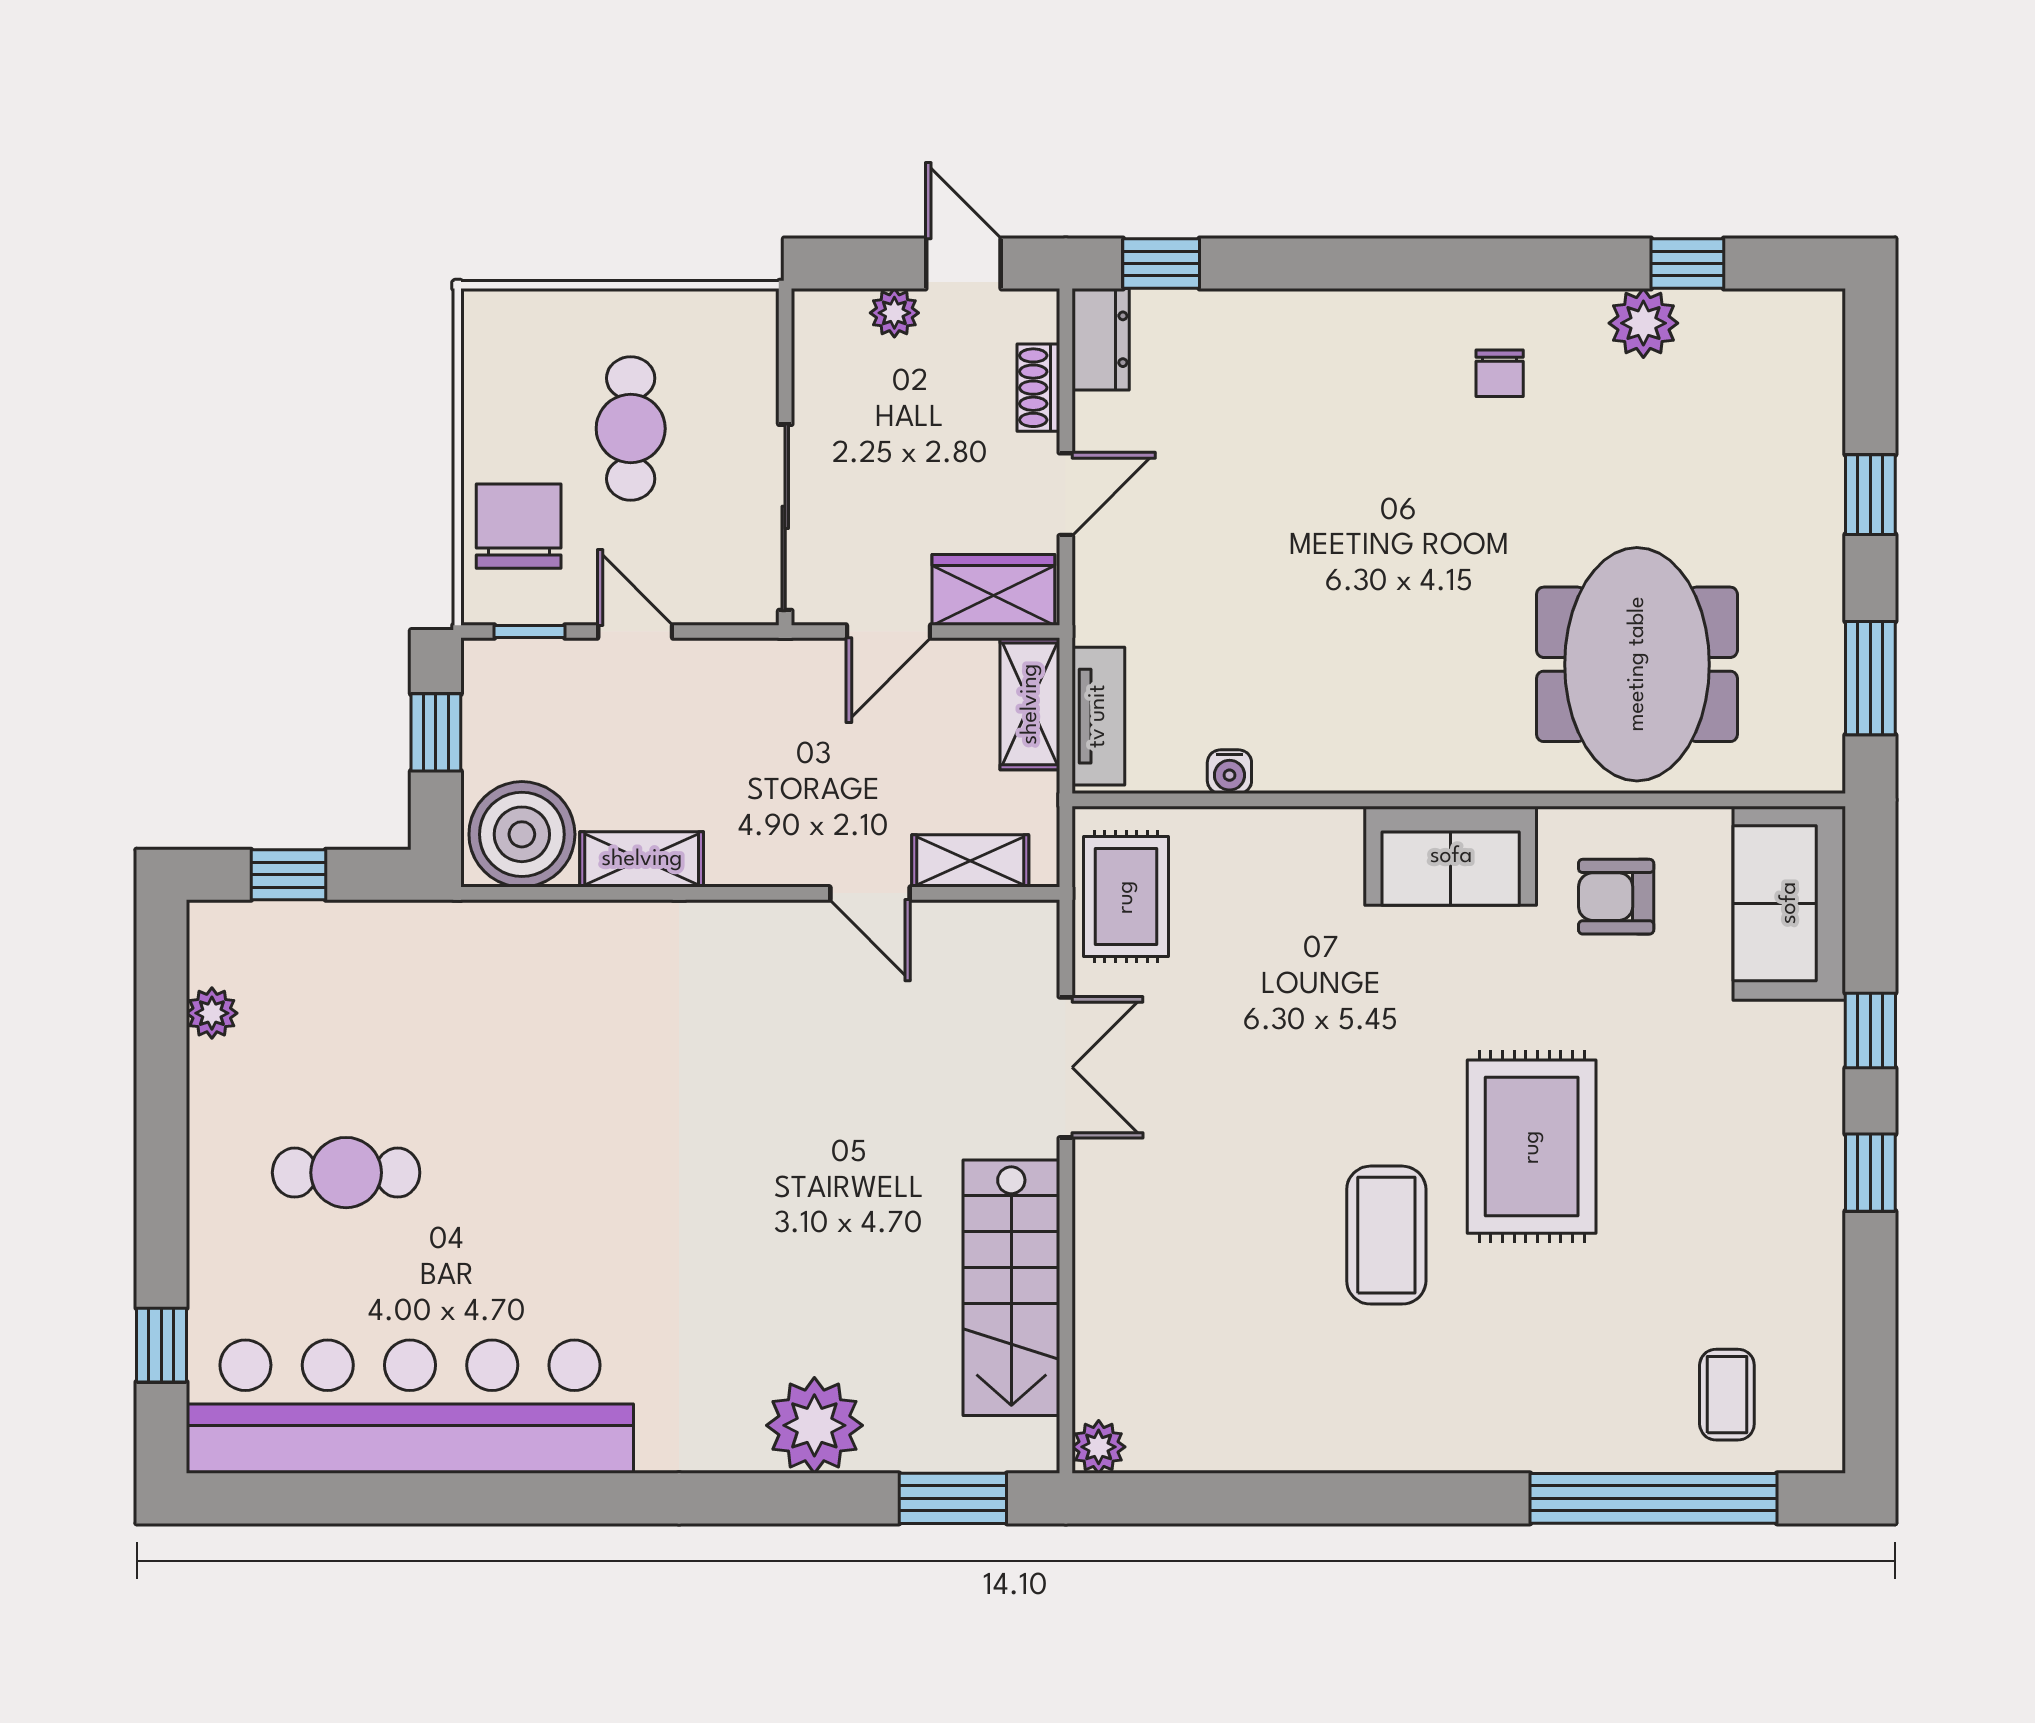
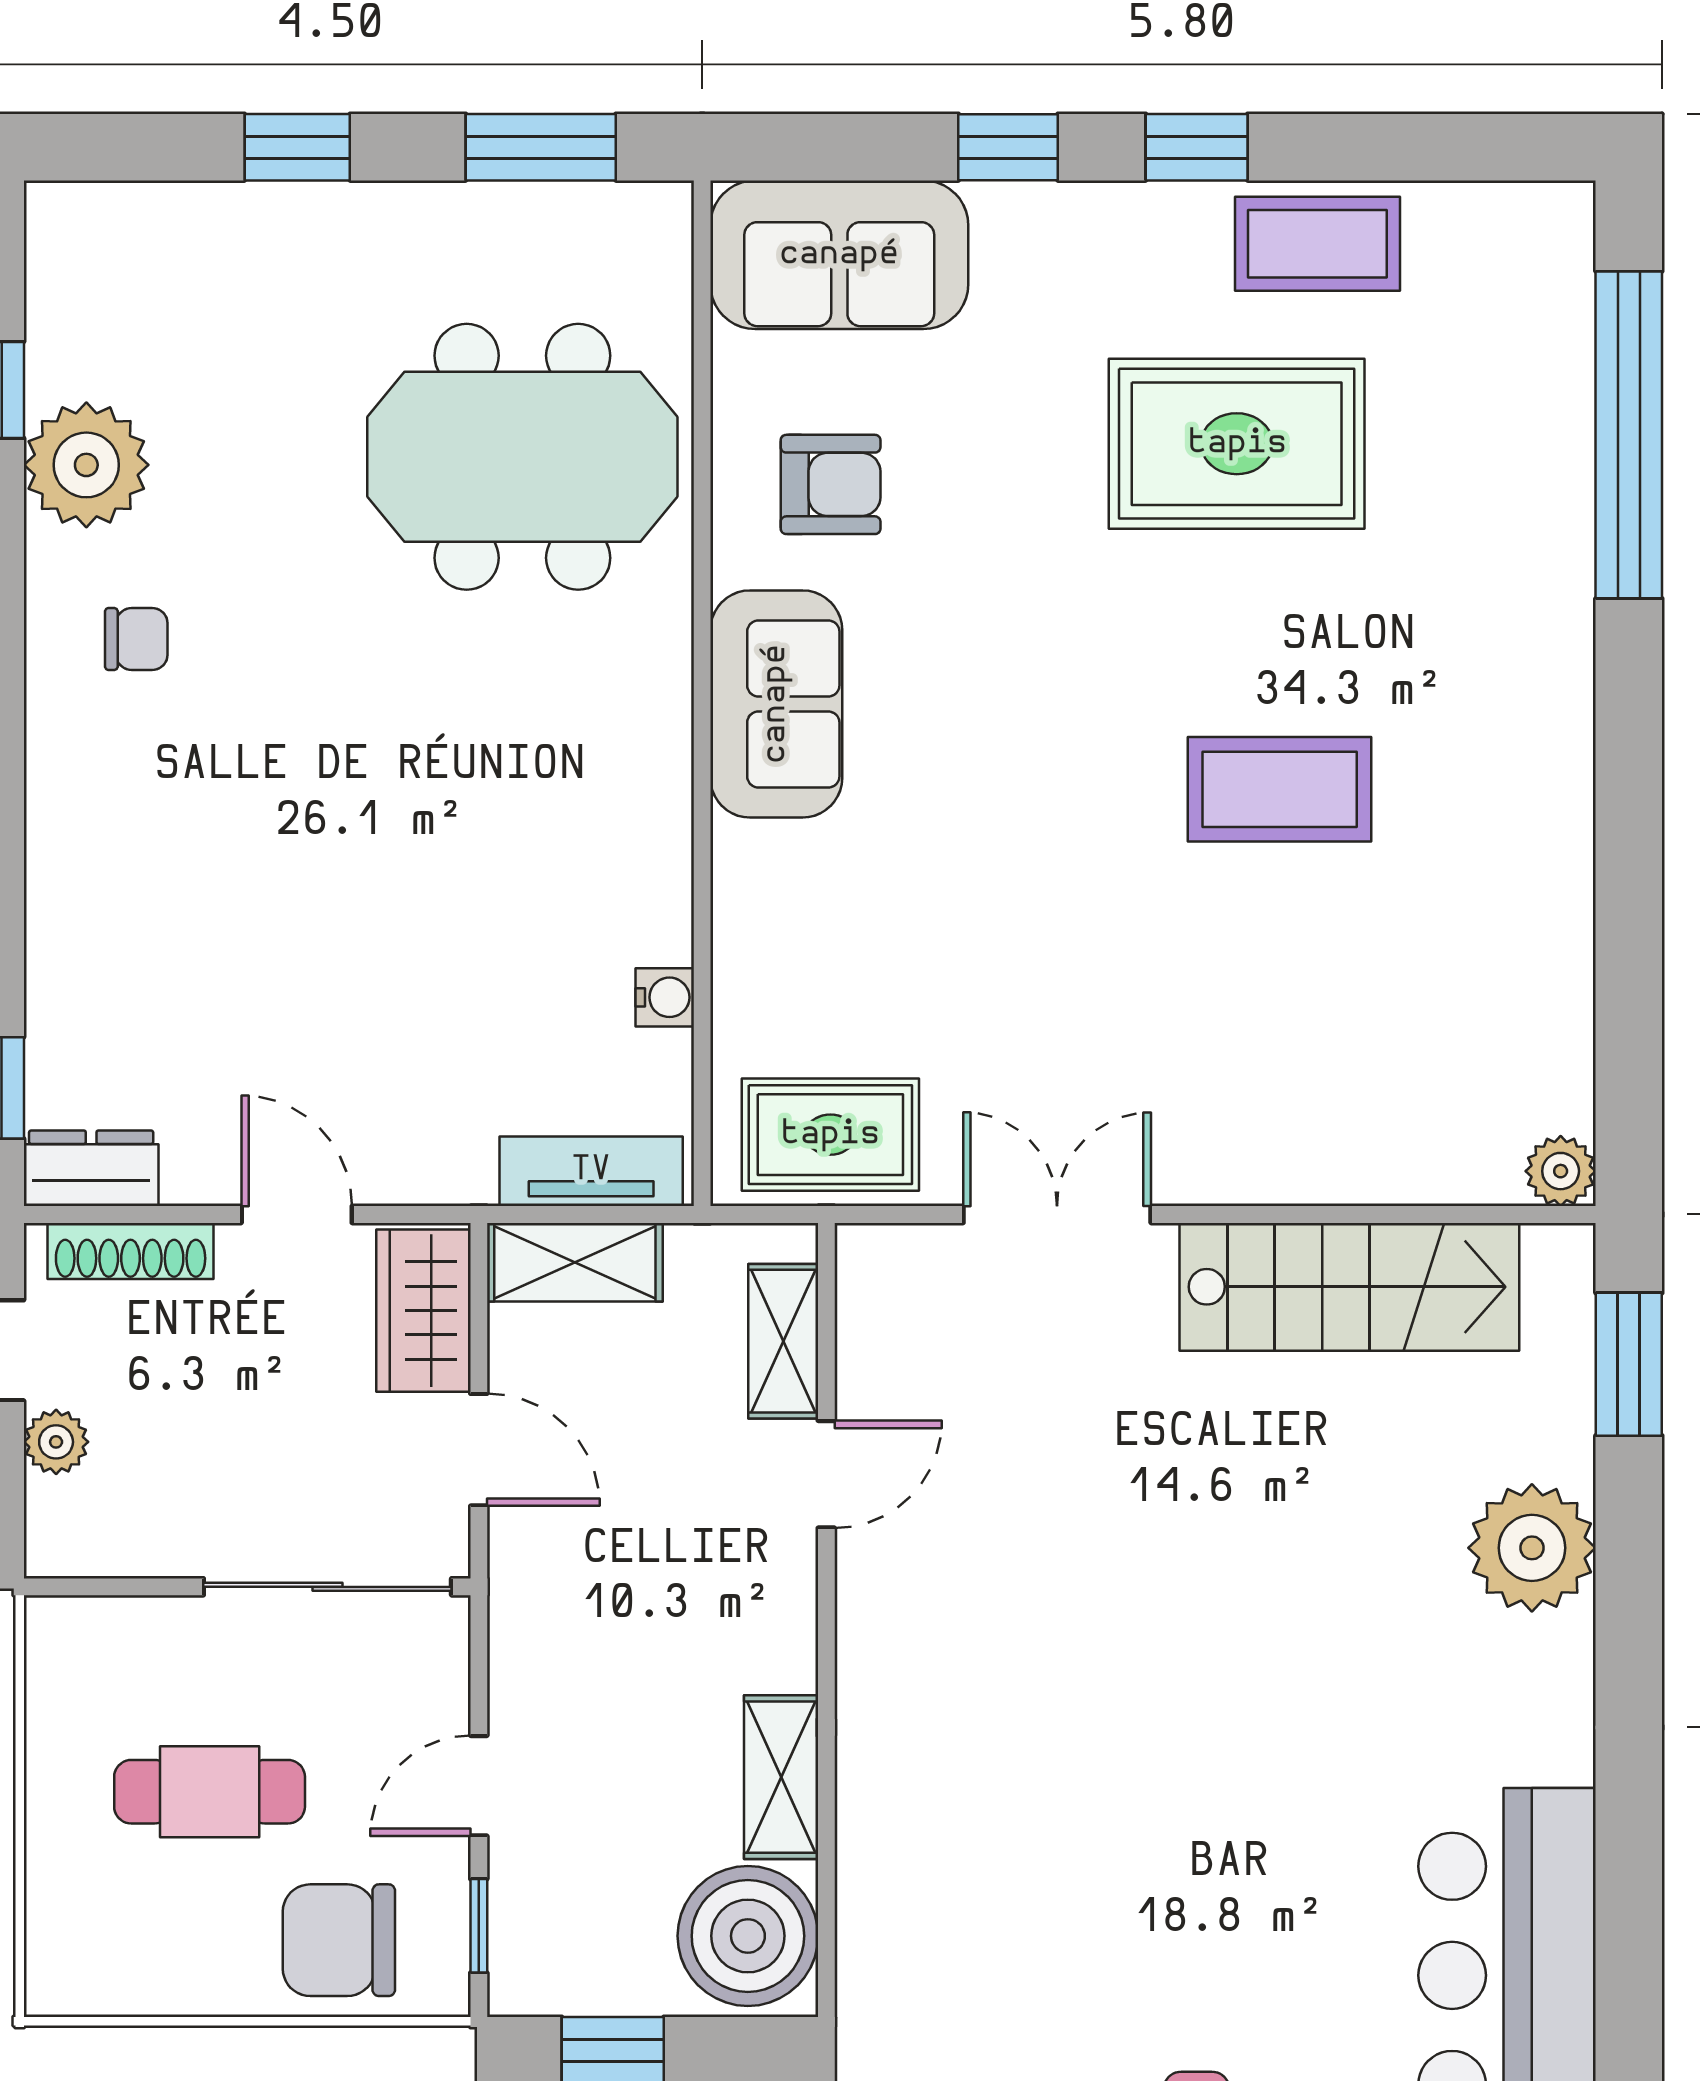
plant: (1643, 323) -> (86, 465), width x1.36, depth x1.36
shoe rack: (1038, 388) -> (131, 1251), width x1.43
armchair: (1616, 897) -> (831, 484), turned -90
rug: (1532, 1147) -> (1237, 444), moved
coffee table: (1727, 1395) -> (1317, 244), moved, width x1.36, depth x1.30

